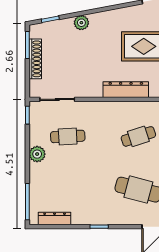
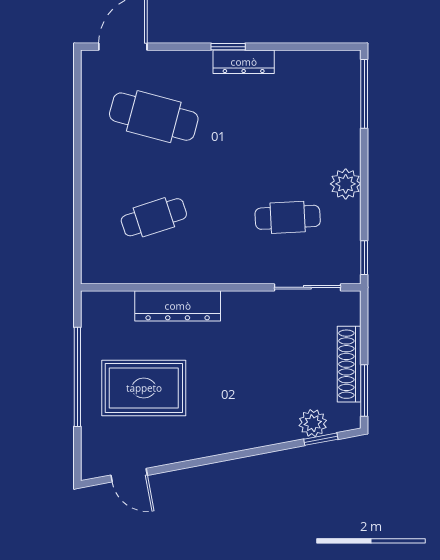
plant: (81, 23) -> (313, 423), moved
dresser: (55, 219) -> (244, 62), moved

